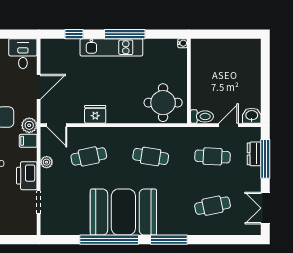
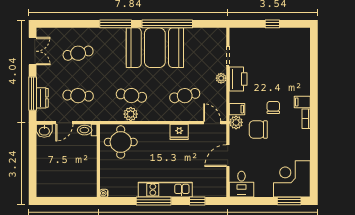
plant: (152, 135) -> (131, 114), added
plant: (47, 162) -> (221, 78), moved

